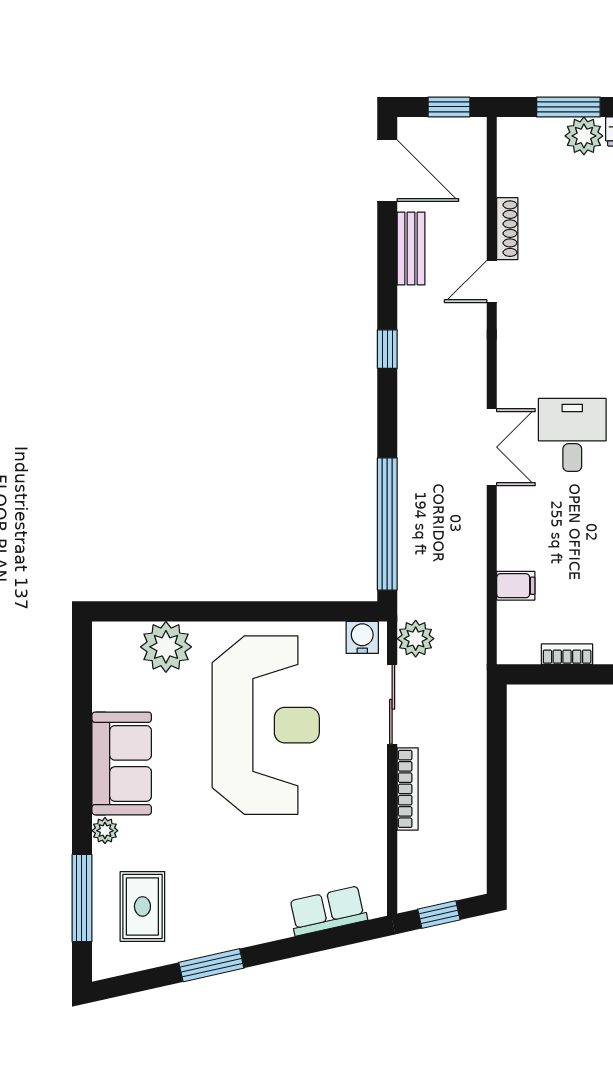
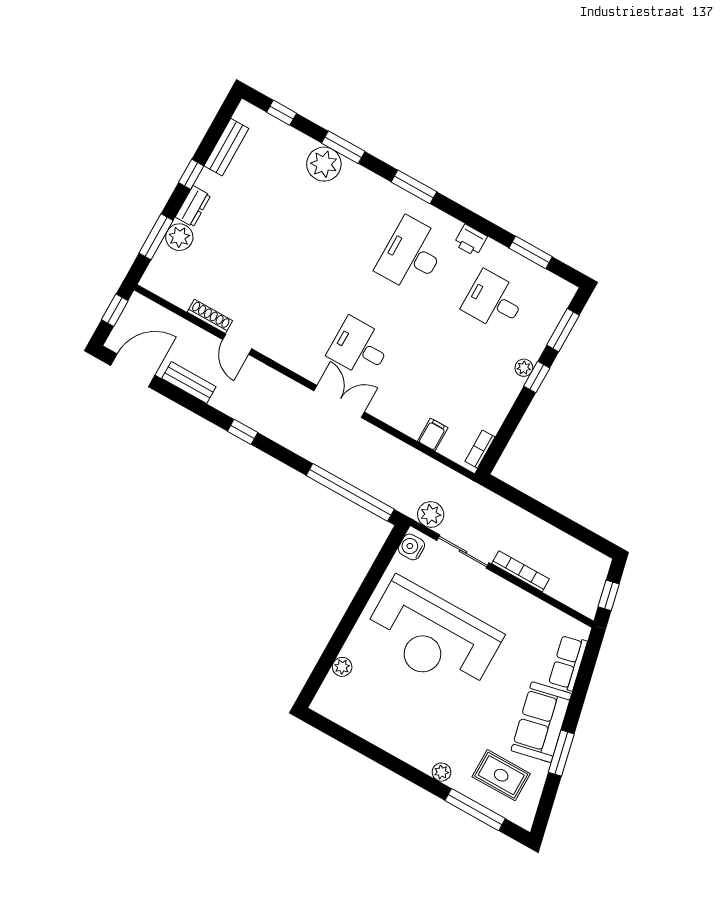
plant: (166, 647) -> (342, 667), width x0.53, depth x0.53
bookcase: (567, 654) -> (480, 449), moved
reception desk: (266, 725) -> (432, 637), turned 180
sofa: (122, 763) -> (541, 722), moved, turned -103

